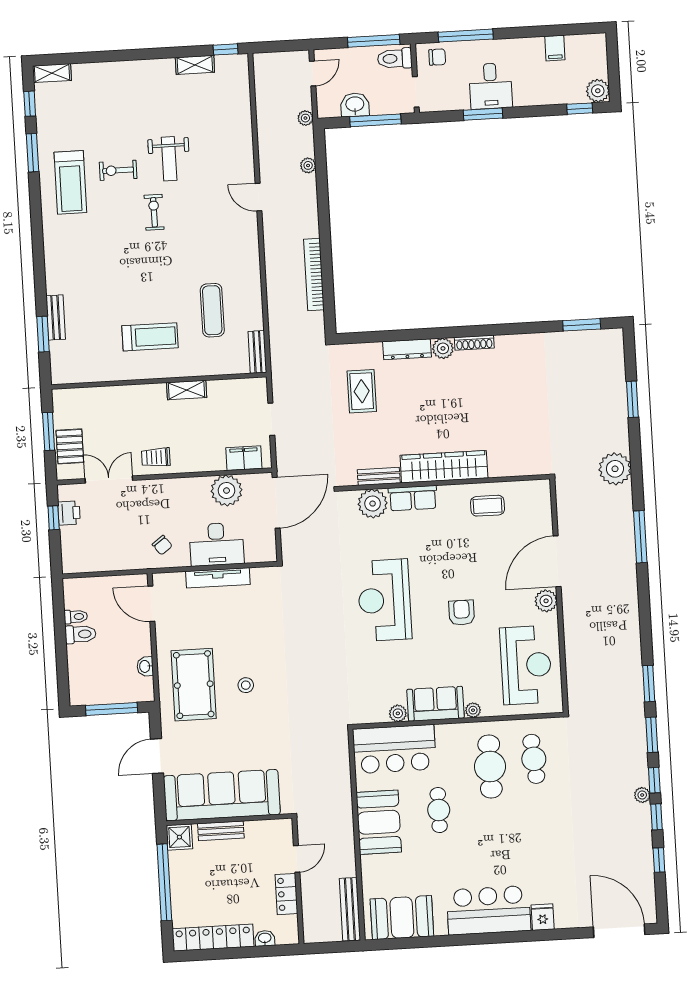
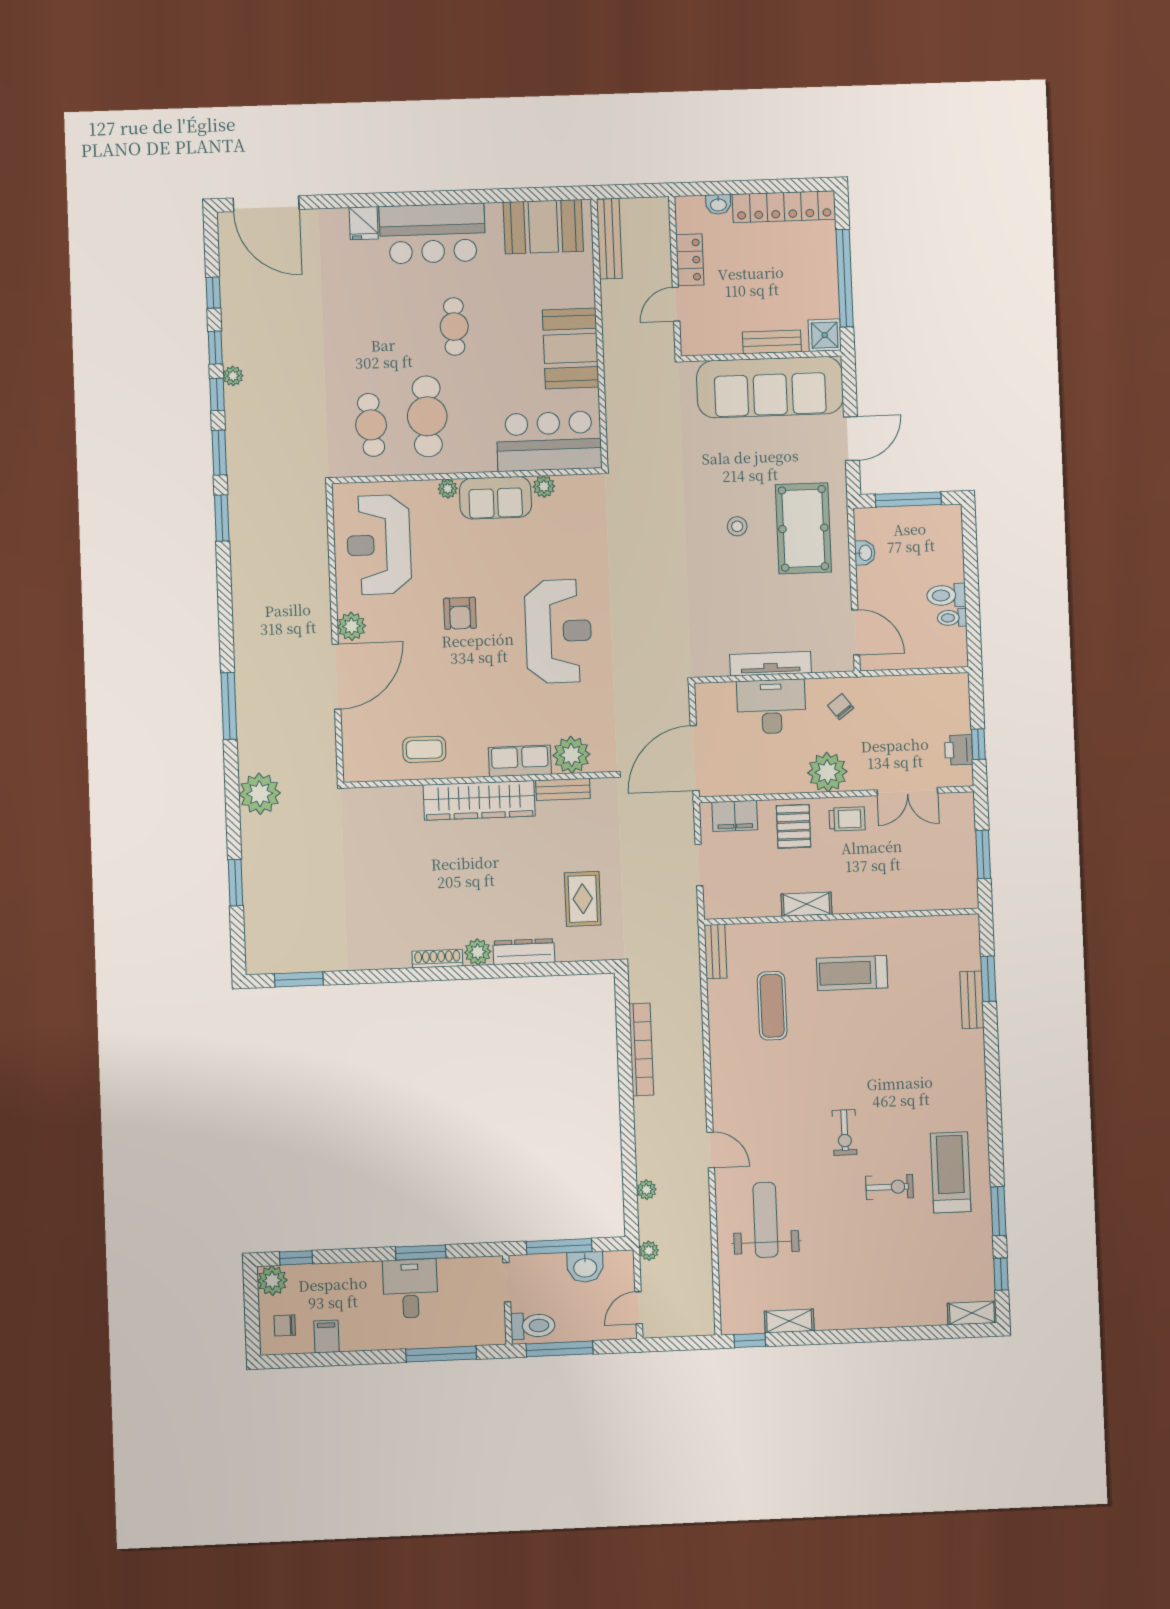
chair: (437, 57) -> (285, 1325), moved
weight bench: (169, 159) -> (766, 1220), moved, width x1.36, depth x1.33
pallet: (70, 446) -> (794, 826), moved
plant: (227, 491) -> (827, 772), moved
cafe table: (439, 810) -> (454, 327), moved

